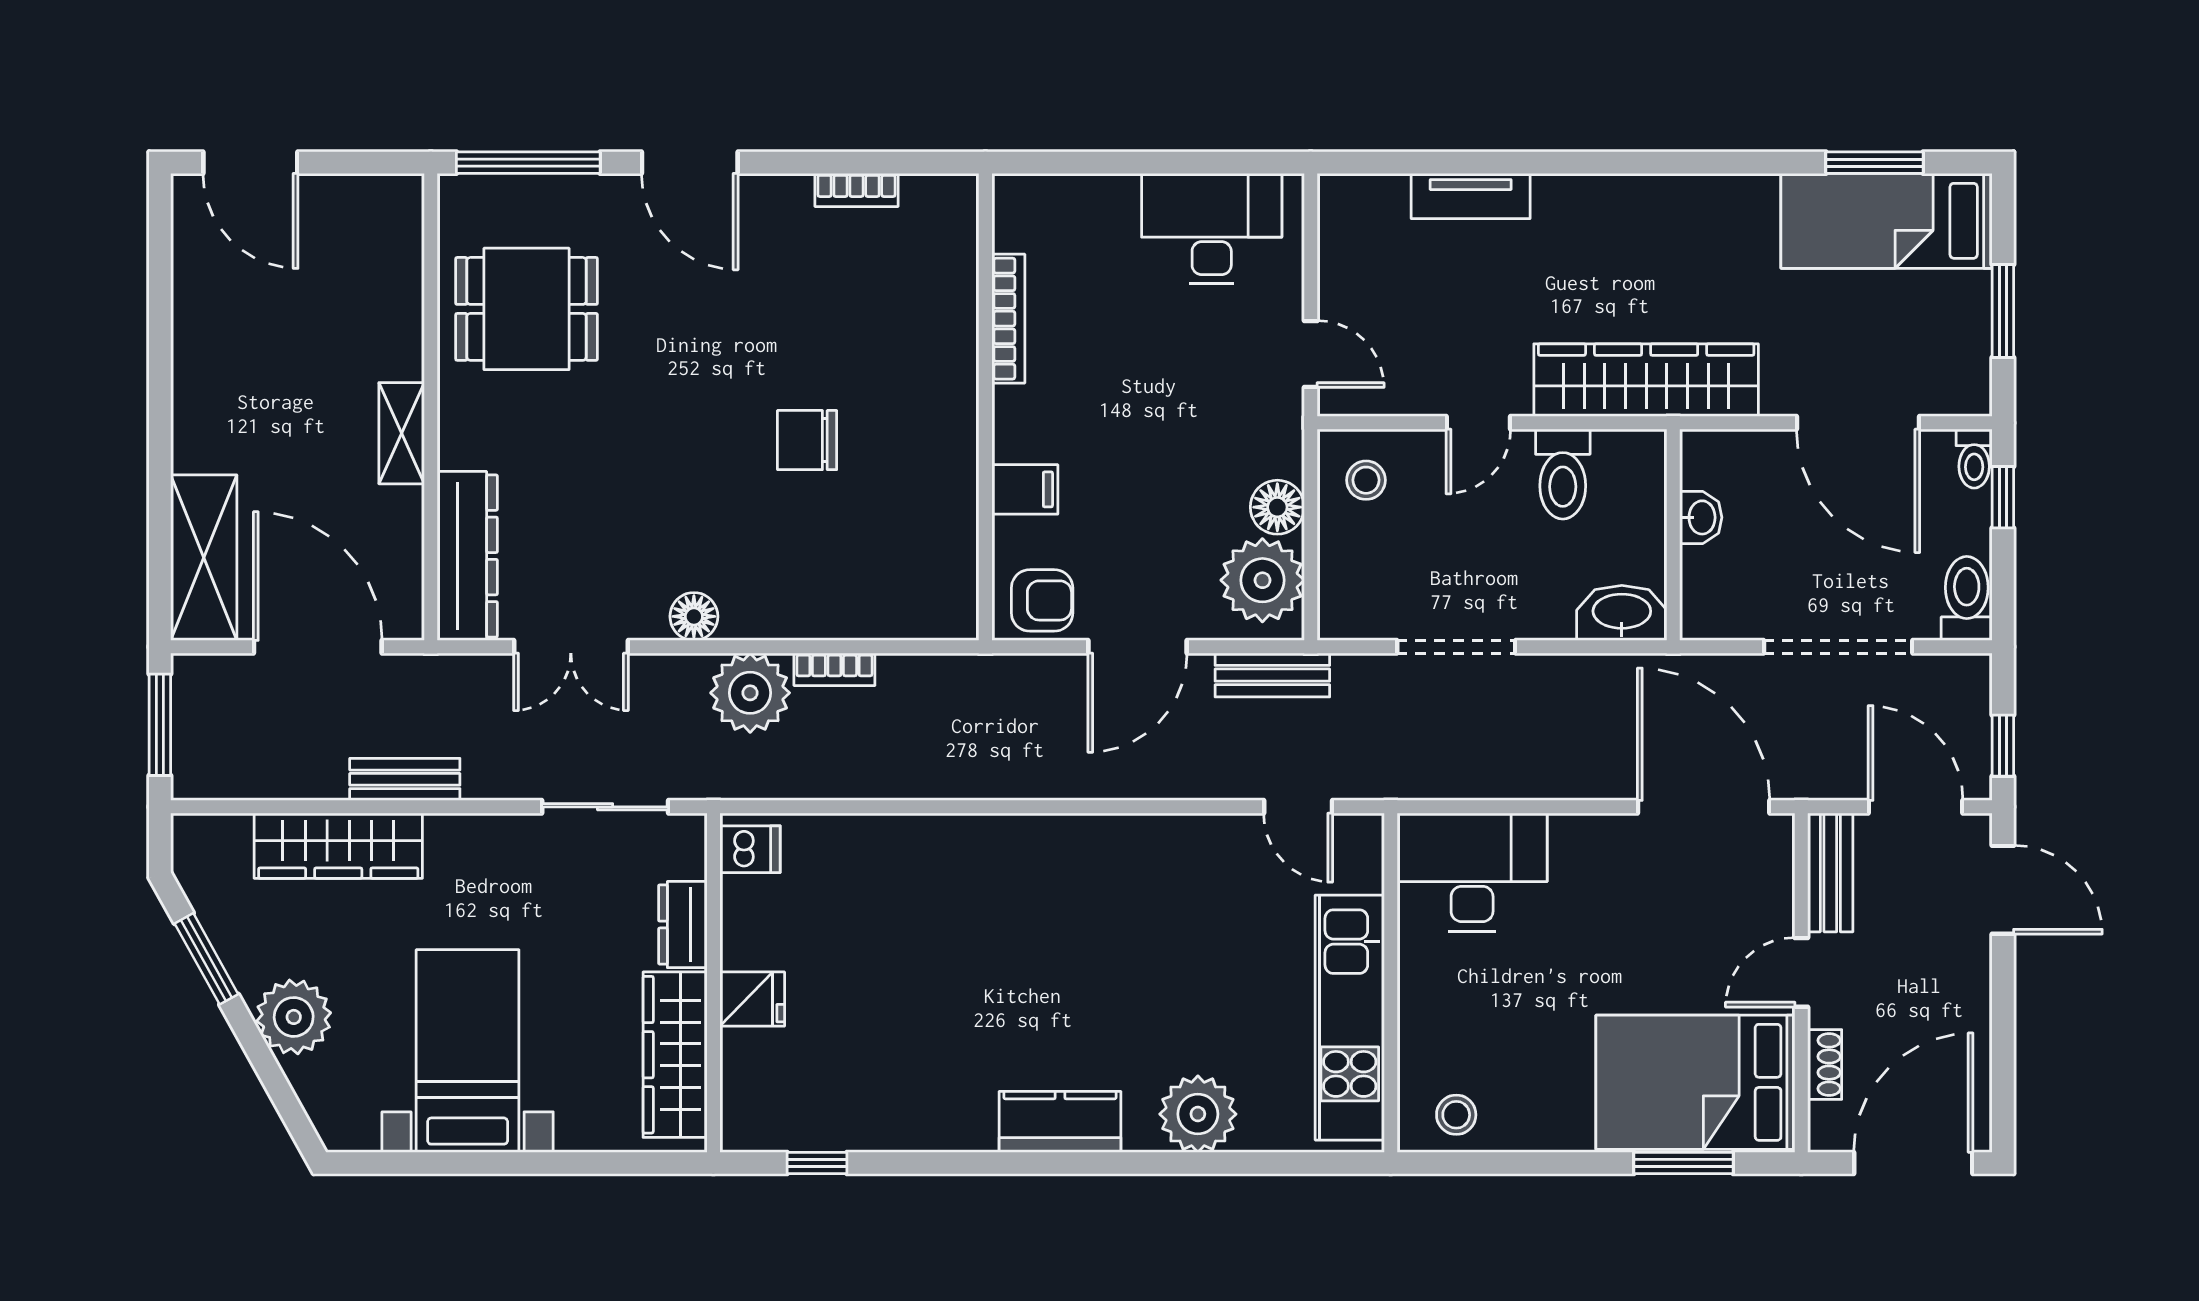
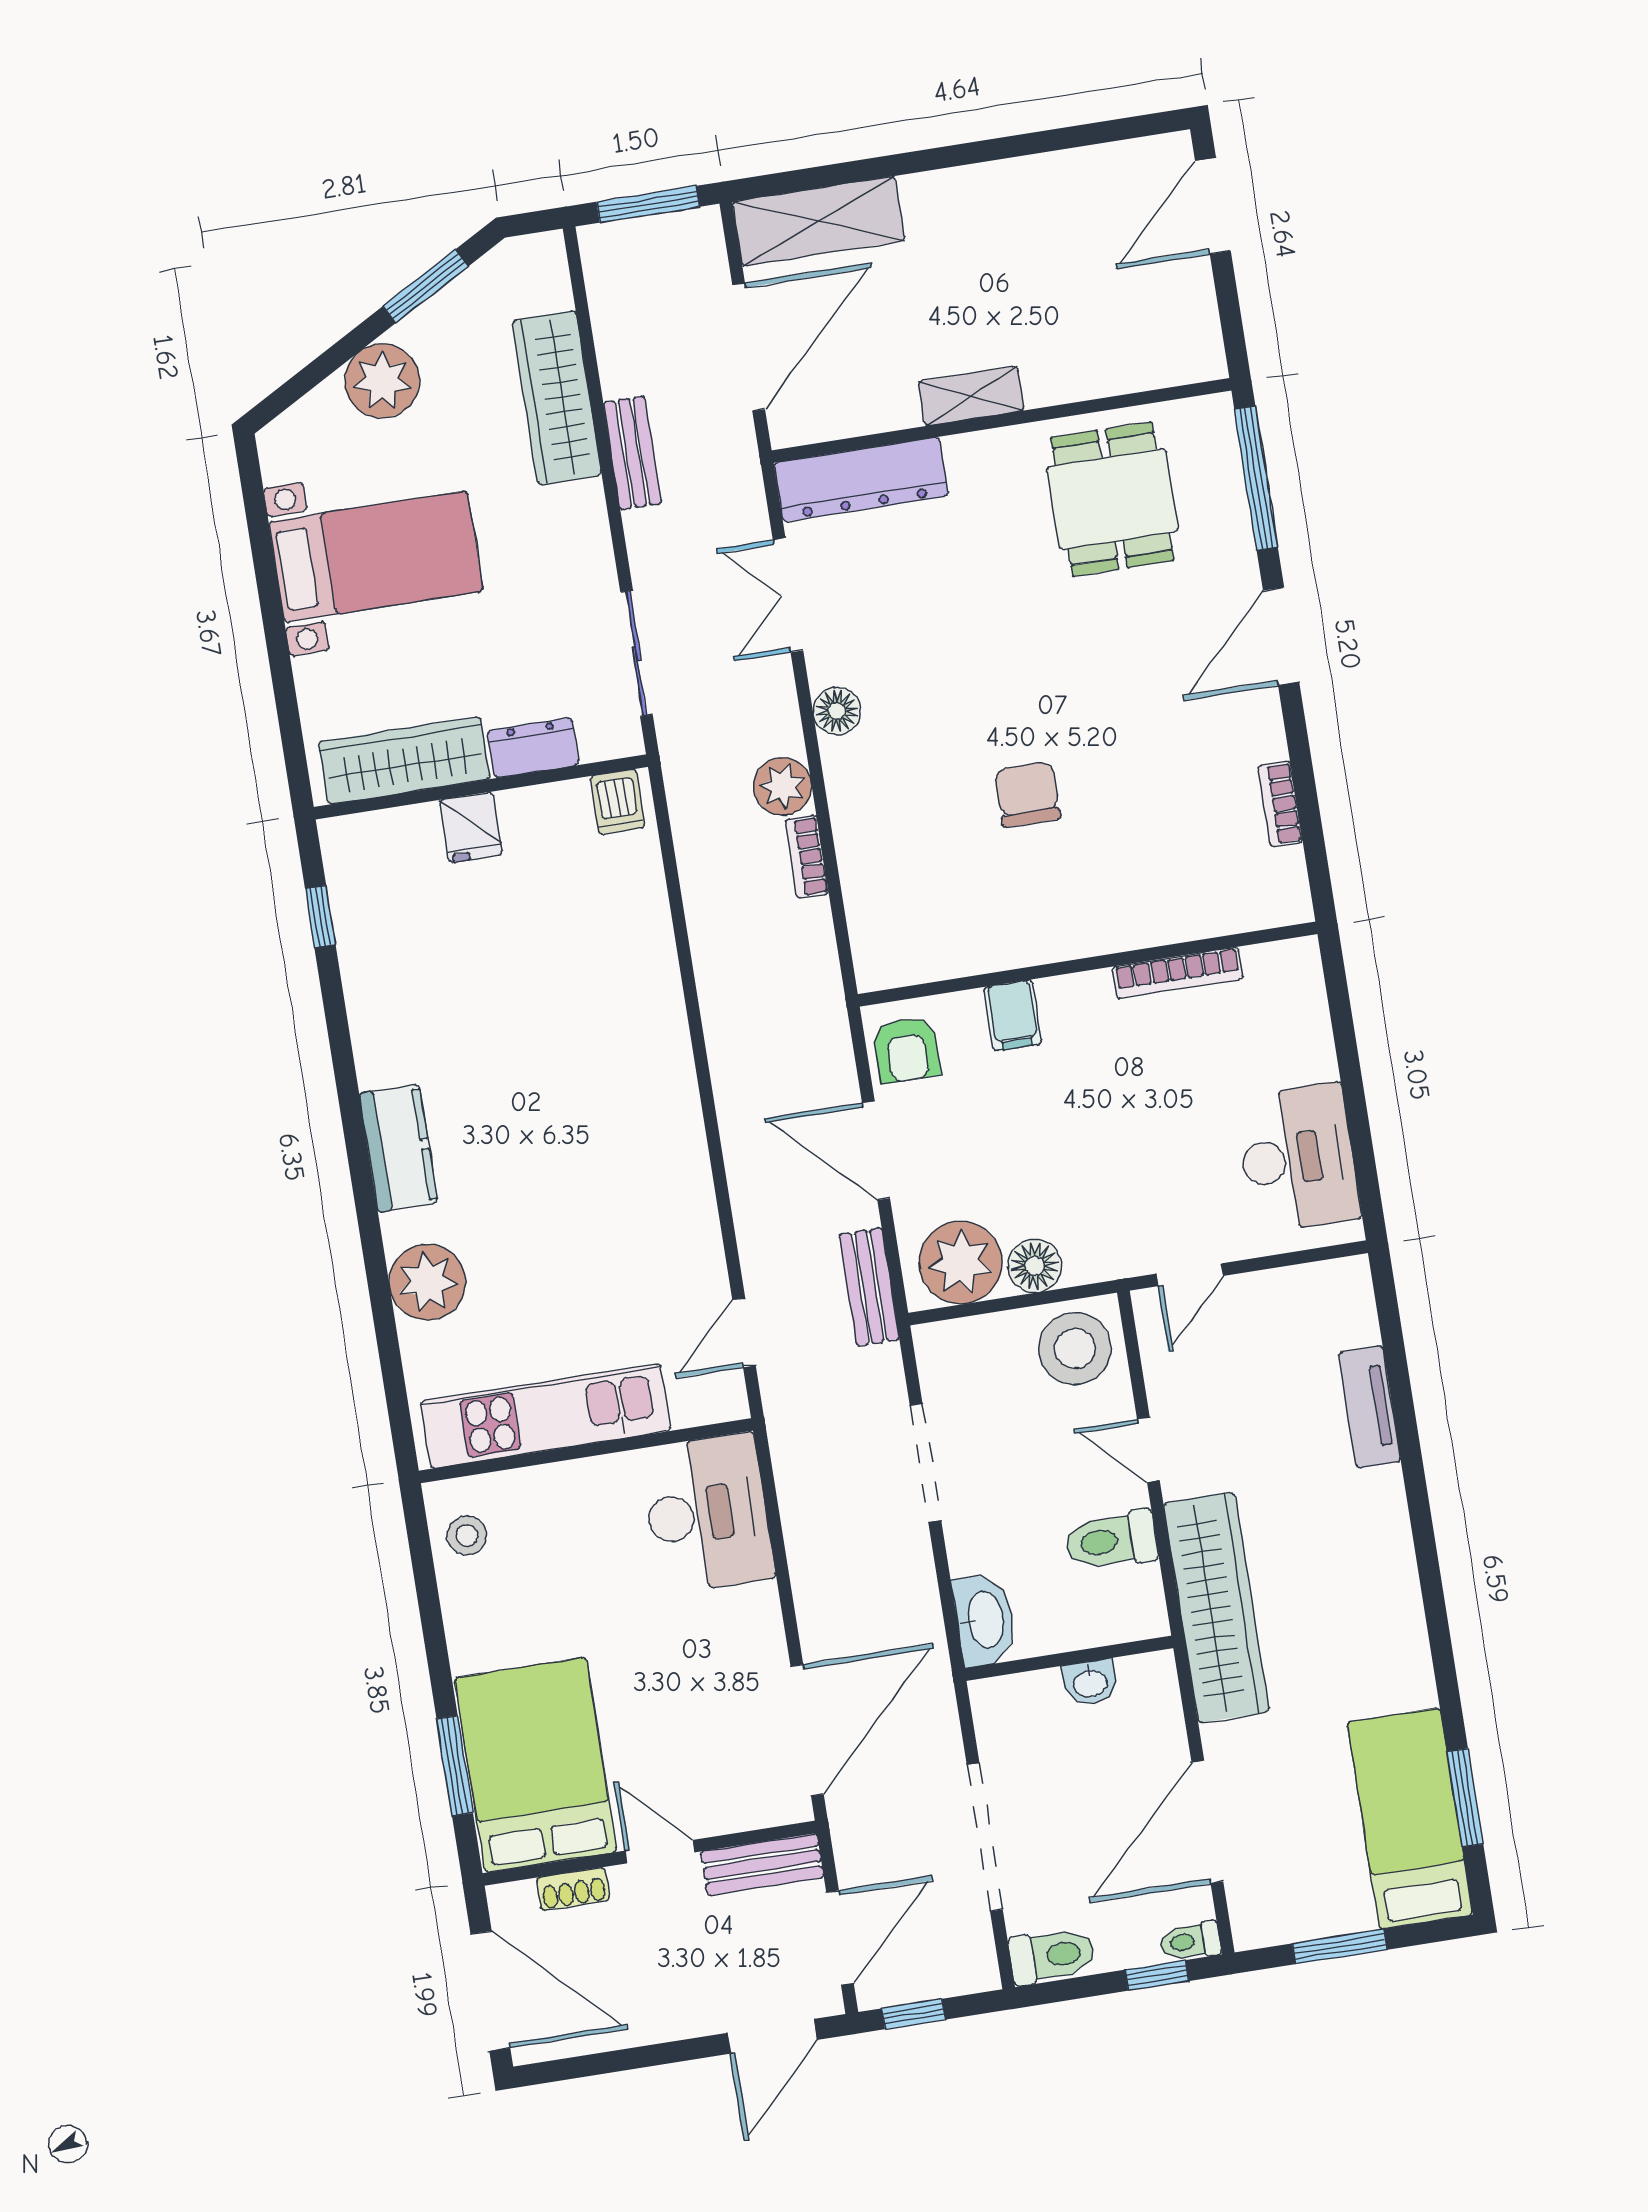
stool: (1366, 480) -> (1075, 1349), width x1.89, depth x1.89
plant: (750, 693) -> (783, 786), width x0.73, depth x0.73

